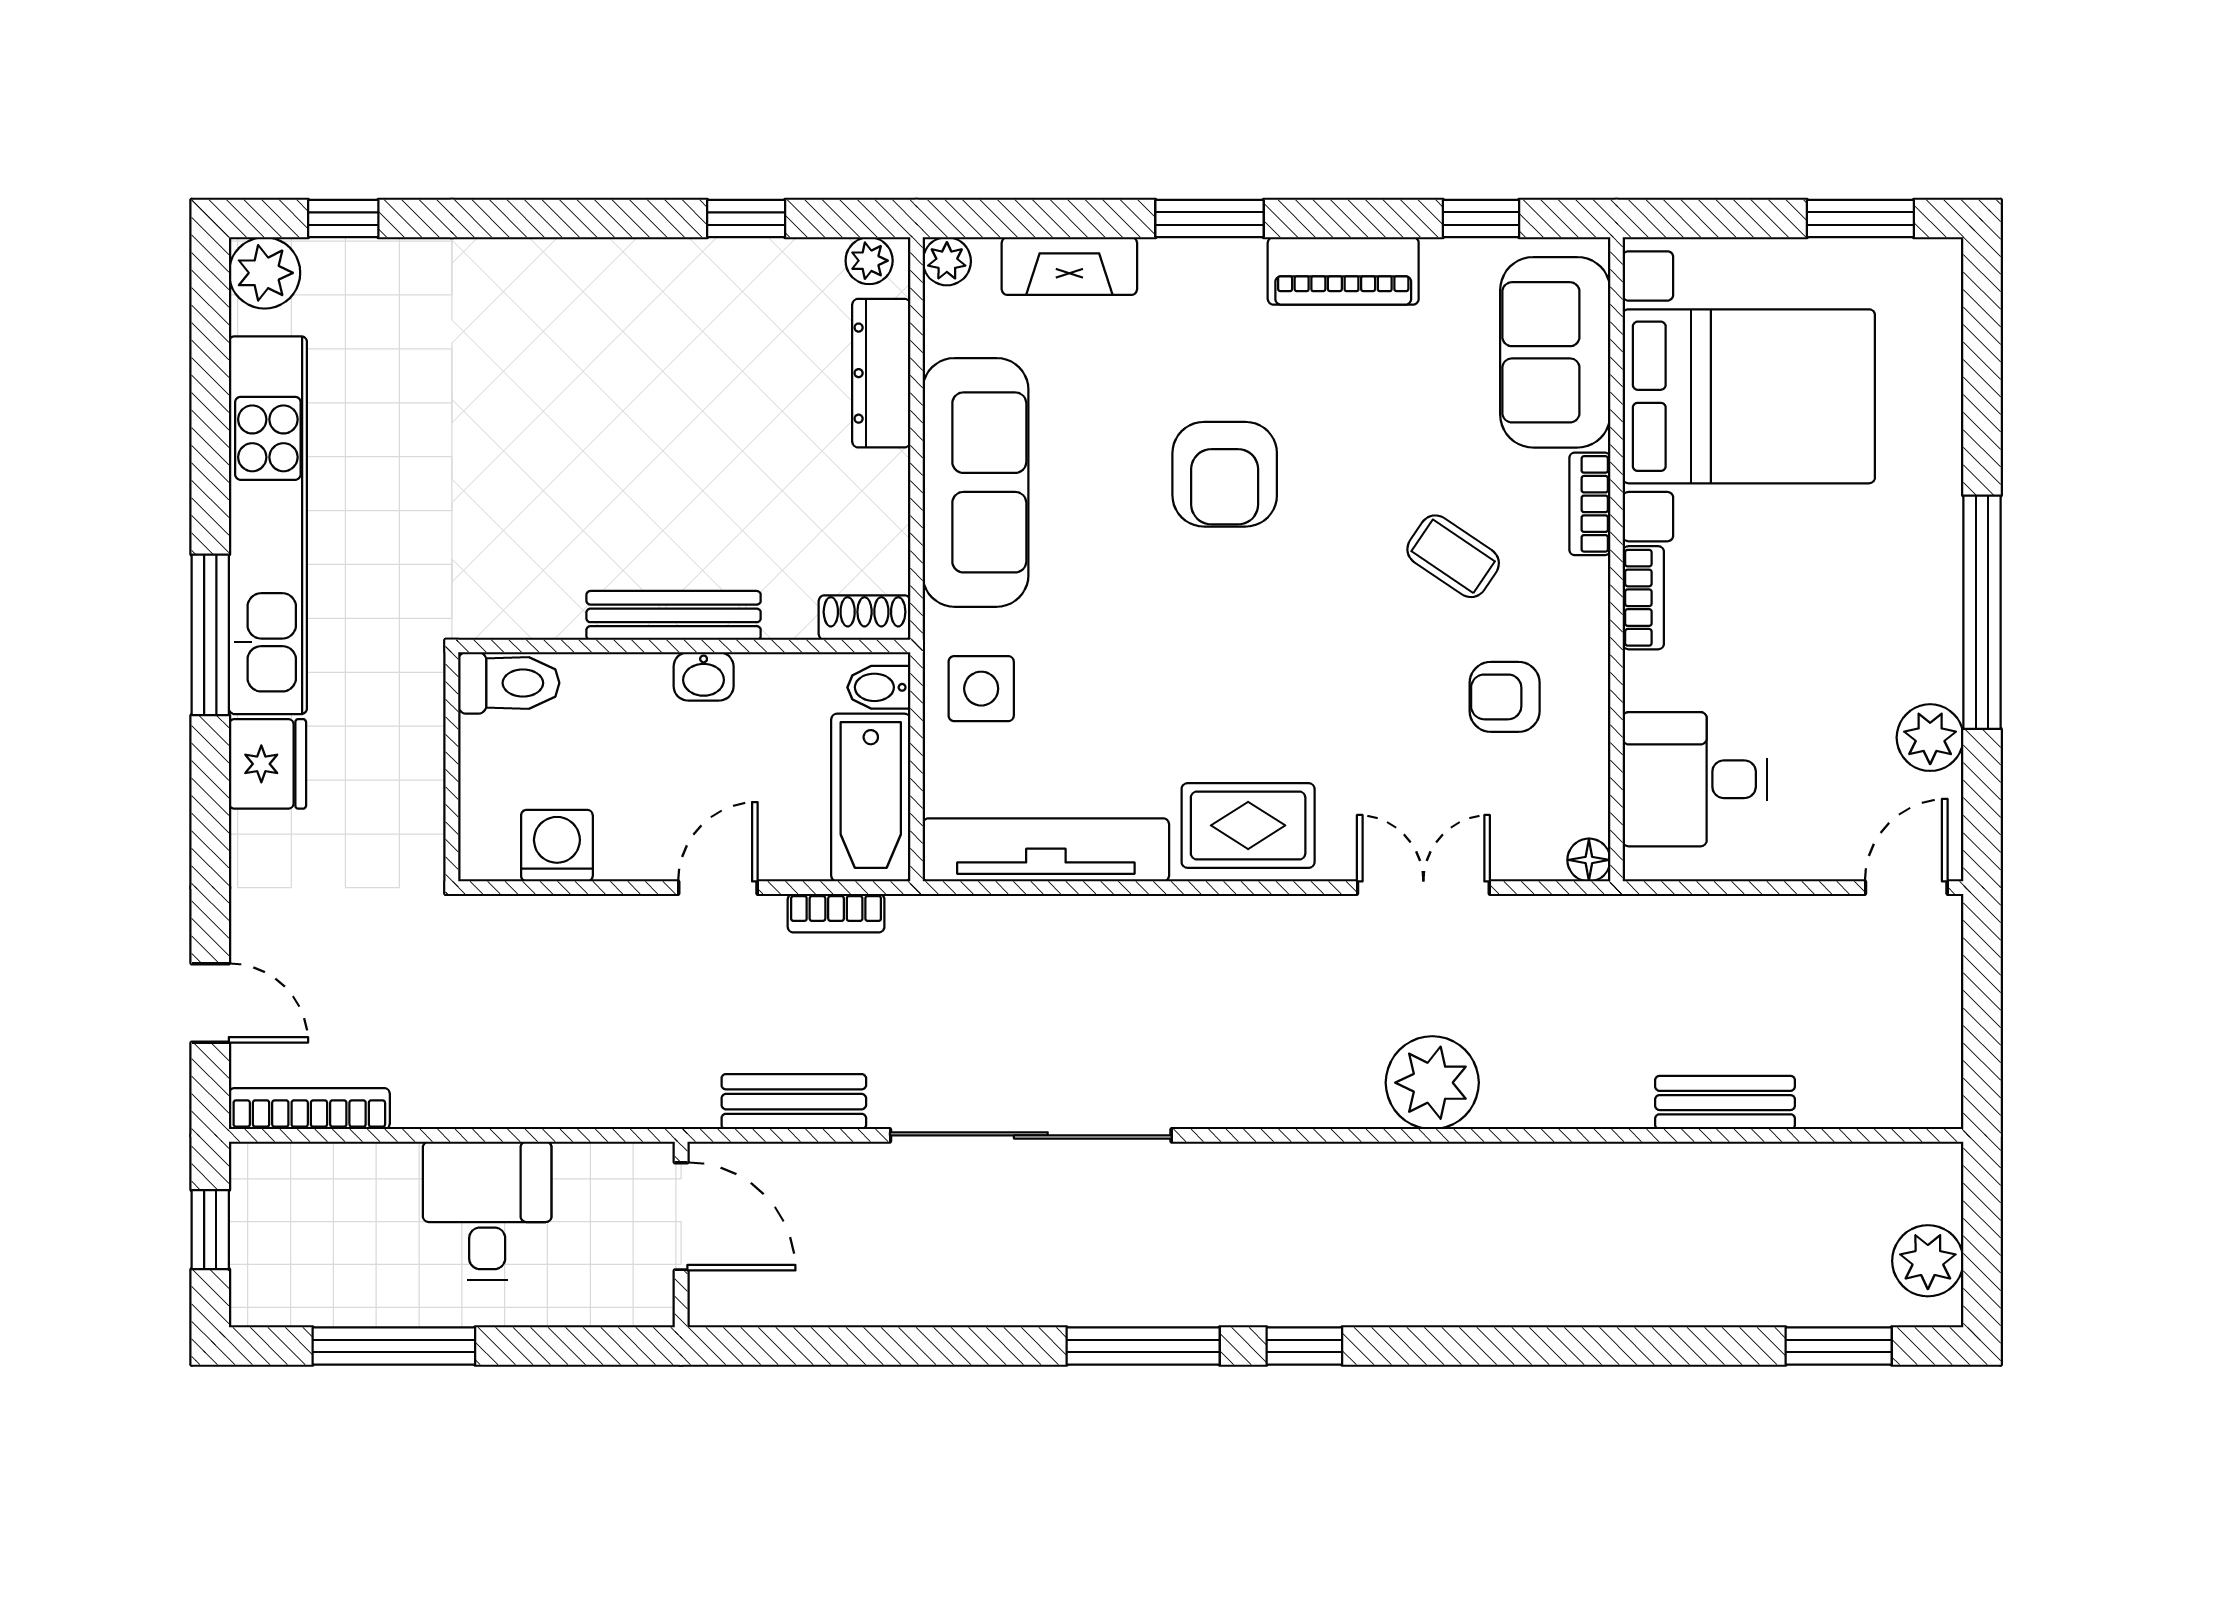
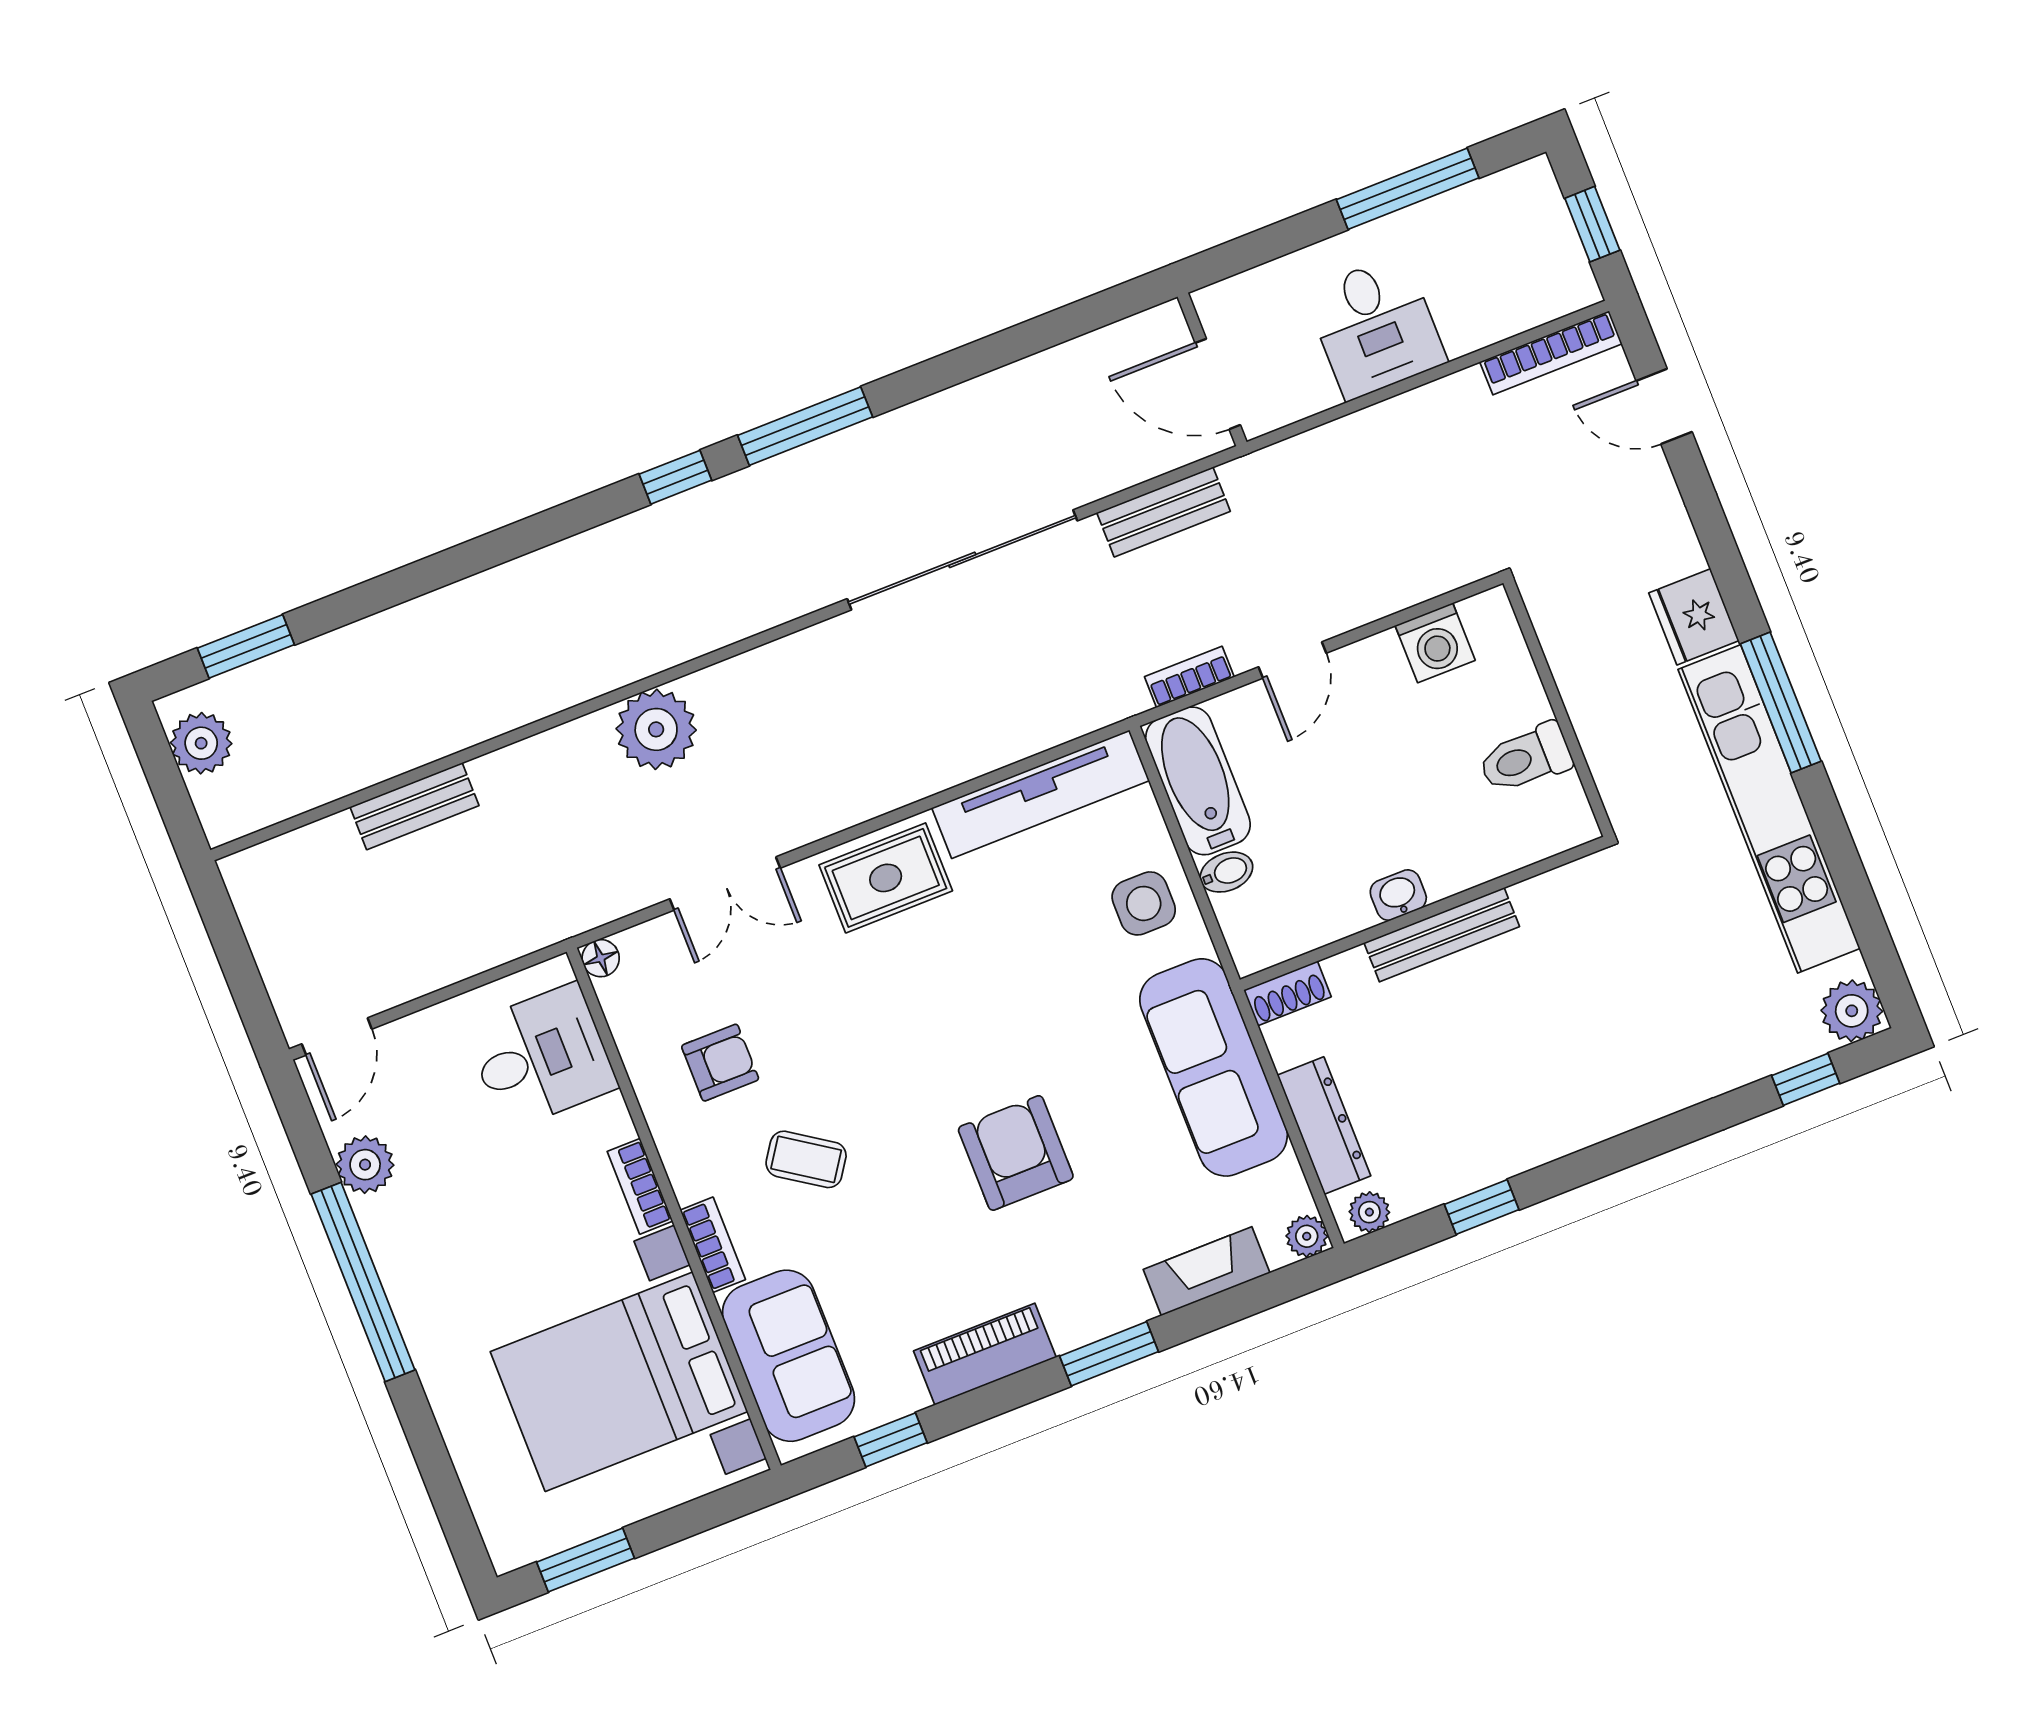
bench: (674, 615) -> (1442, 935), moved
shoe rack: (865, 618) -> (1287, 993), moved
wall: (684, 646) -> (1424, 913), moved
washbasin: (704, 676) -> (1398, 895), moved

